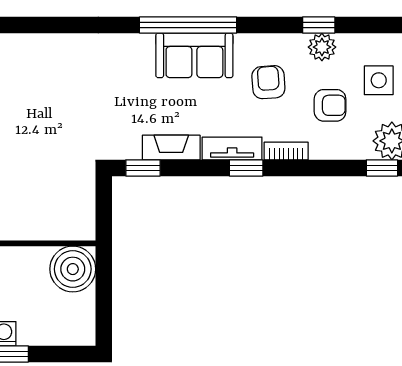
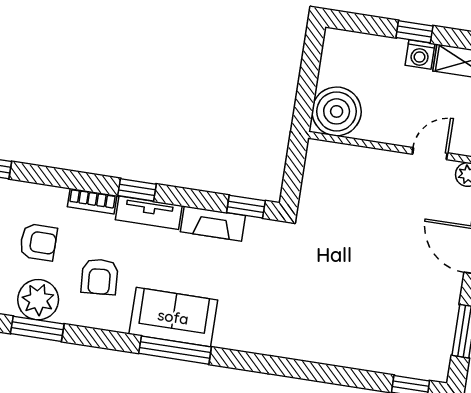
window: (188, 25) -> (175, 350), width x0.68
window: (319, 25) -> (37, 329), width x1.50
plant: (322, 47) -> (38, 300), width x1.36, depth x1.36
armchair: (330, 105) -> (38, 242), turned 180

